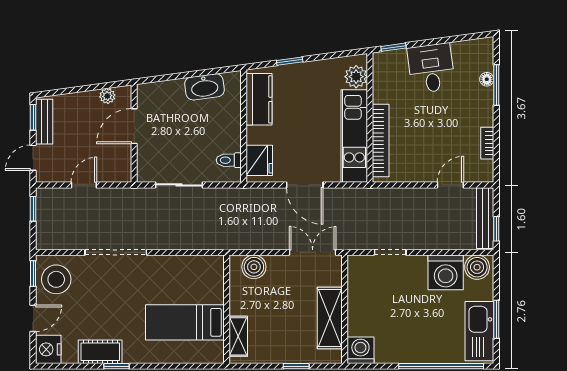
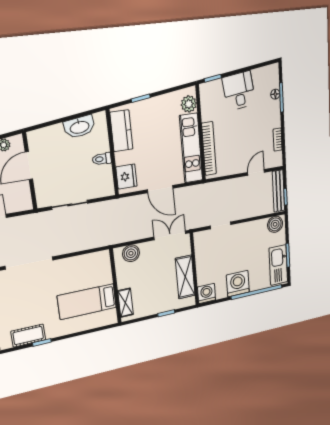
toilet: (229, 160) -> (102, 159), moved
washing machine: (446, 272) -> (238, 284), moved, turned 180

